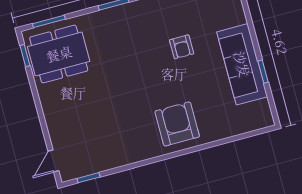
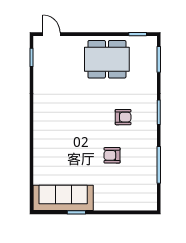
dining table: (59, 54) -> (107, 59), moved, turned 90
sofa: (242, 64) -> (63, 198), moved
armchair: (177, 124) -> (123, 117), moved, width x0.53, depth x0.53

